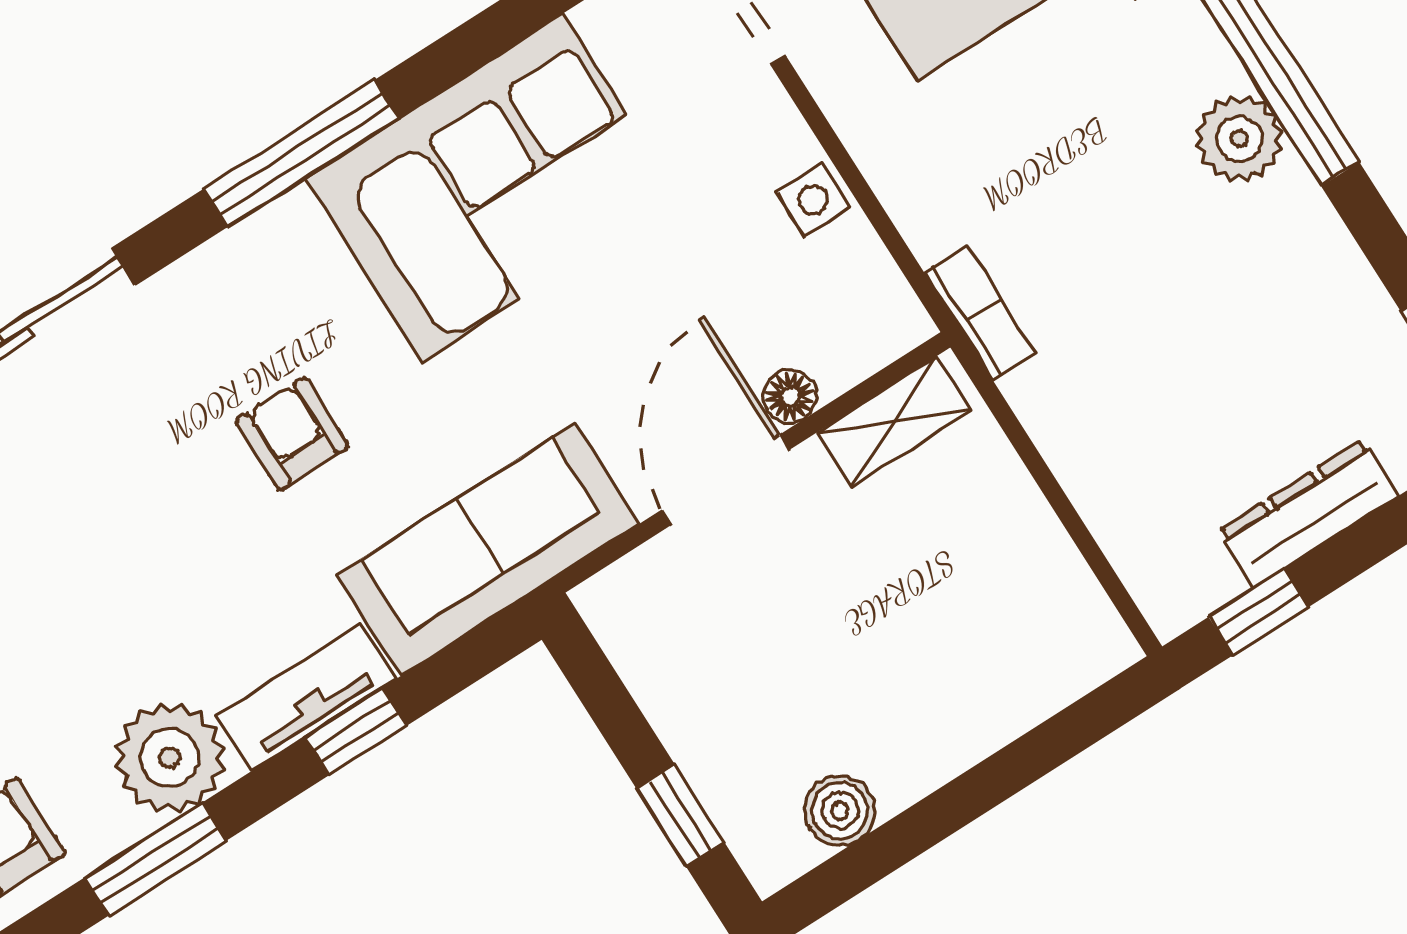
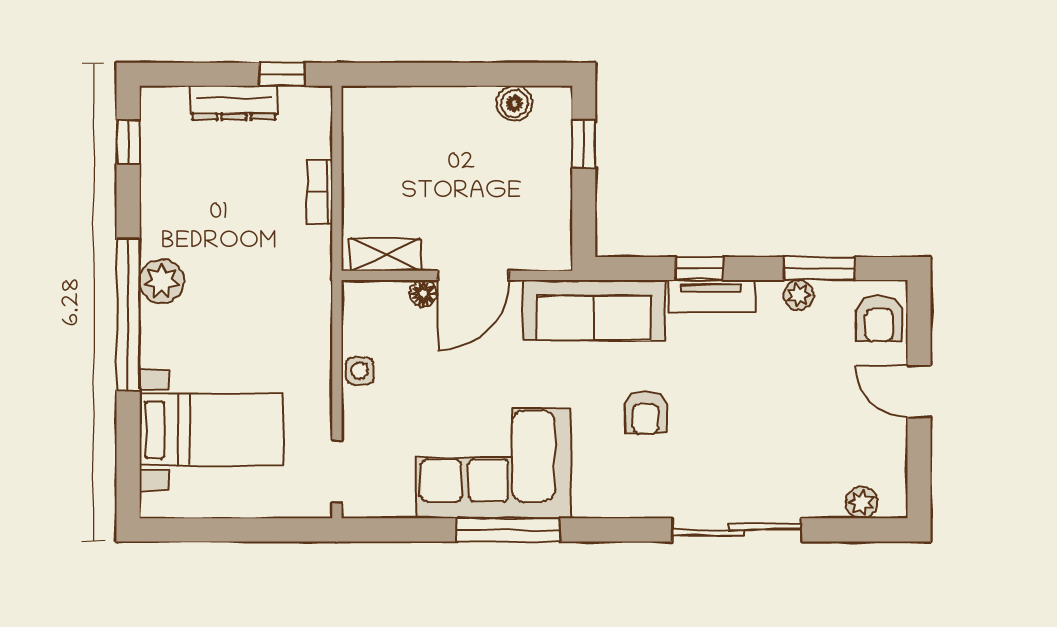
window: (301, 153) -> (508, 530), moved
bookcase: (980, 313) -> (319, 192), moved
plant: (170, 758) -> (799, 295), width x0.53, depth x0.53

